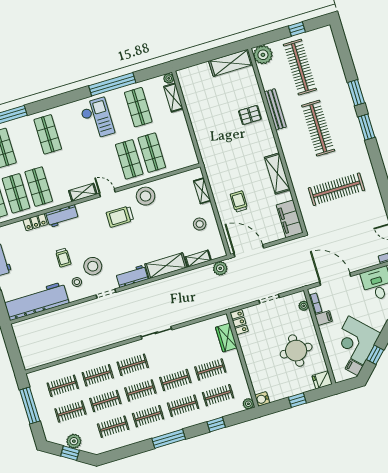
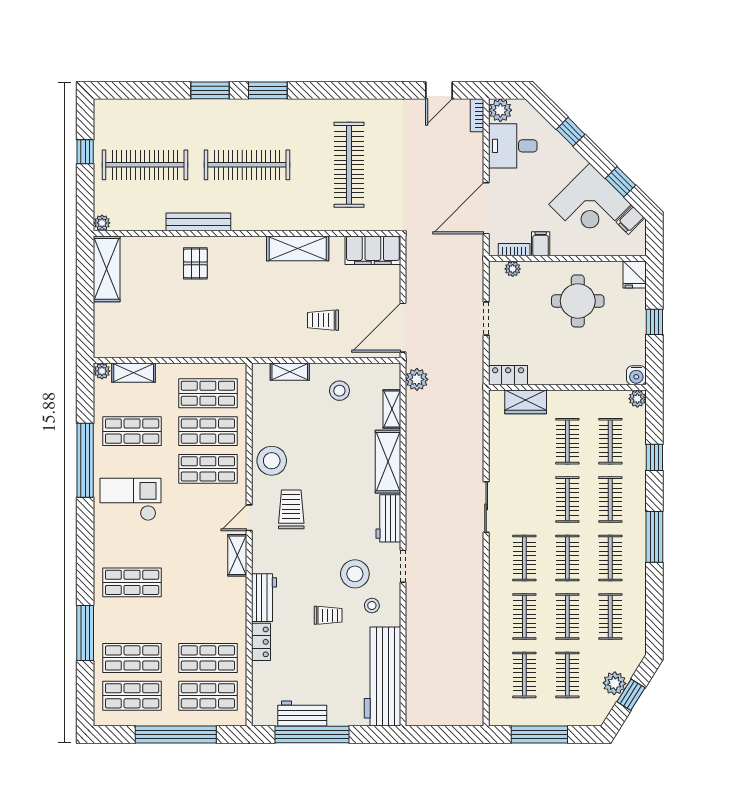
plant: (263, 55) -> (102, 223), width x0.53, depth x0.53
shop shelf: (39, 187) -> (208, 393), moved
trolley: (120, 217) -> (291, 509), turned 180

